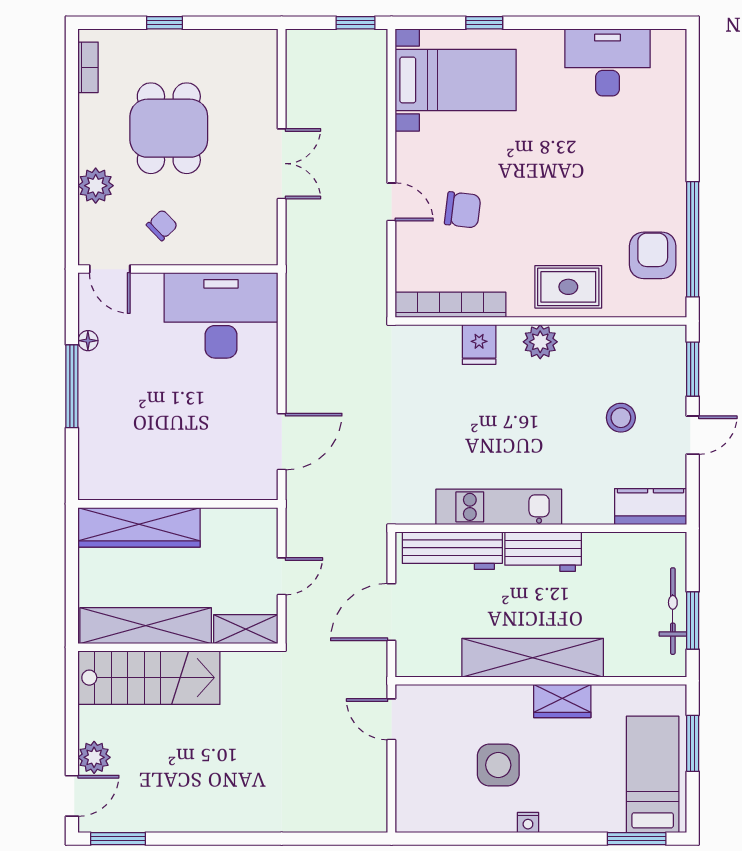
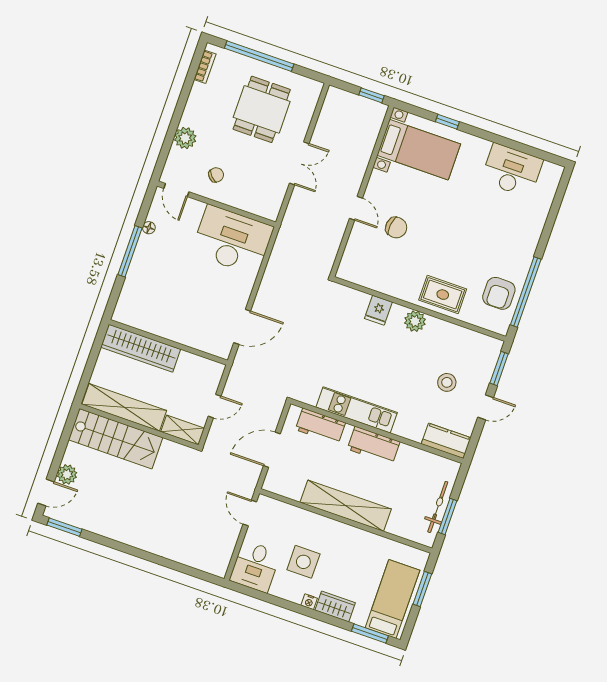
window: (165, 23) -> (259, 56), width x3.17
dining table: (169, 128) -> (262, 109), moved
armchair: (653, 255) -> (499, 293), turned 180
bookcase: (450, 305) -> (370, 281), removed
workbench: (452, 551) -> (320, 426), width x0.73
wardrobe: (562, 701) -> (335, 606), moved, turned 180
desk: (428, 798) -> (255, 566), added

